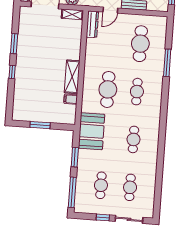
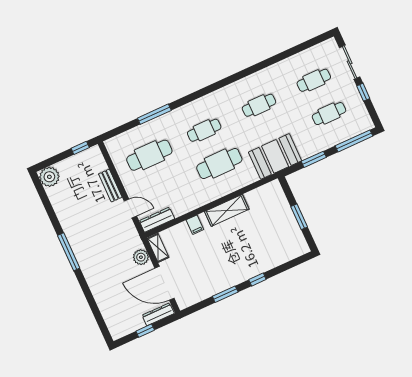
filing cabinet: (71, 99) -> (195, 225), moved

